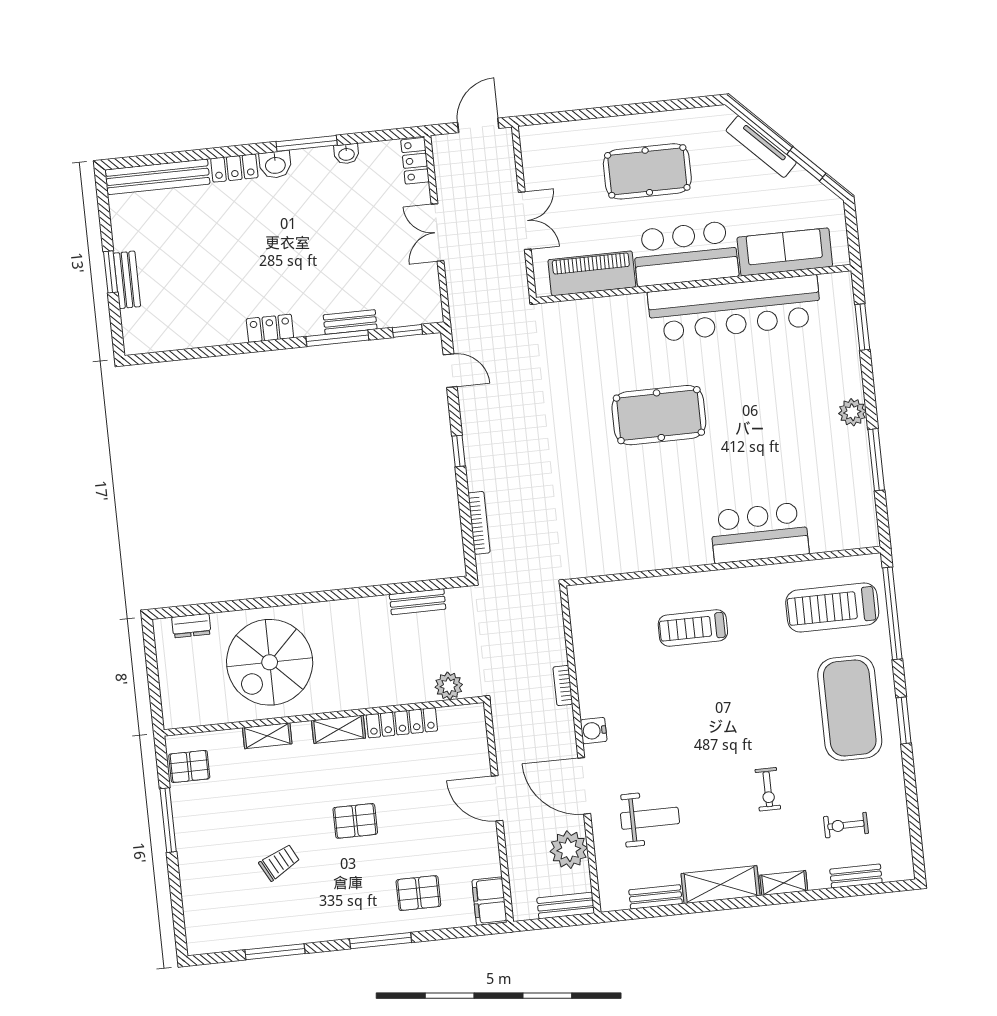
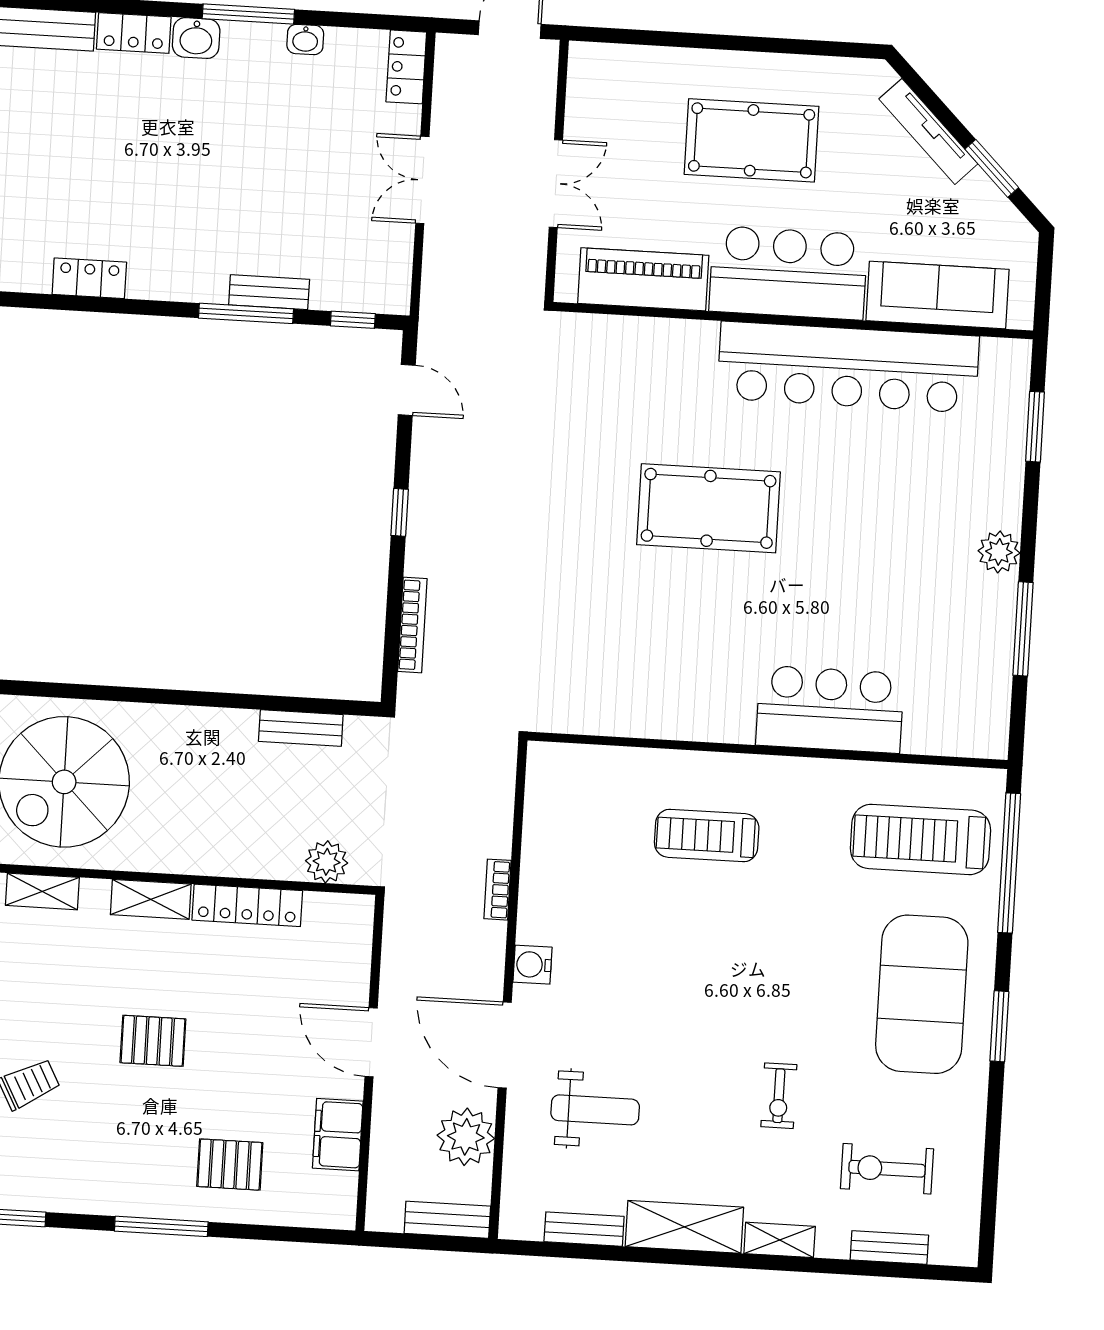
locker: (270, 328) -> (89, 278), moved
exercise bike: (846, 825) -> (887, 1169), width x1.38, depth x1.39
filing cabinet: (489, 901) -> (338, 1135), moved

